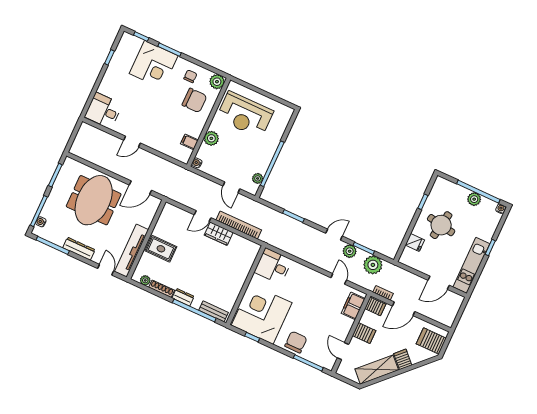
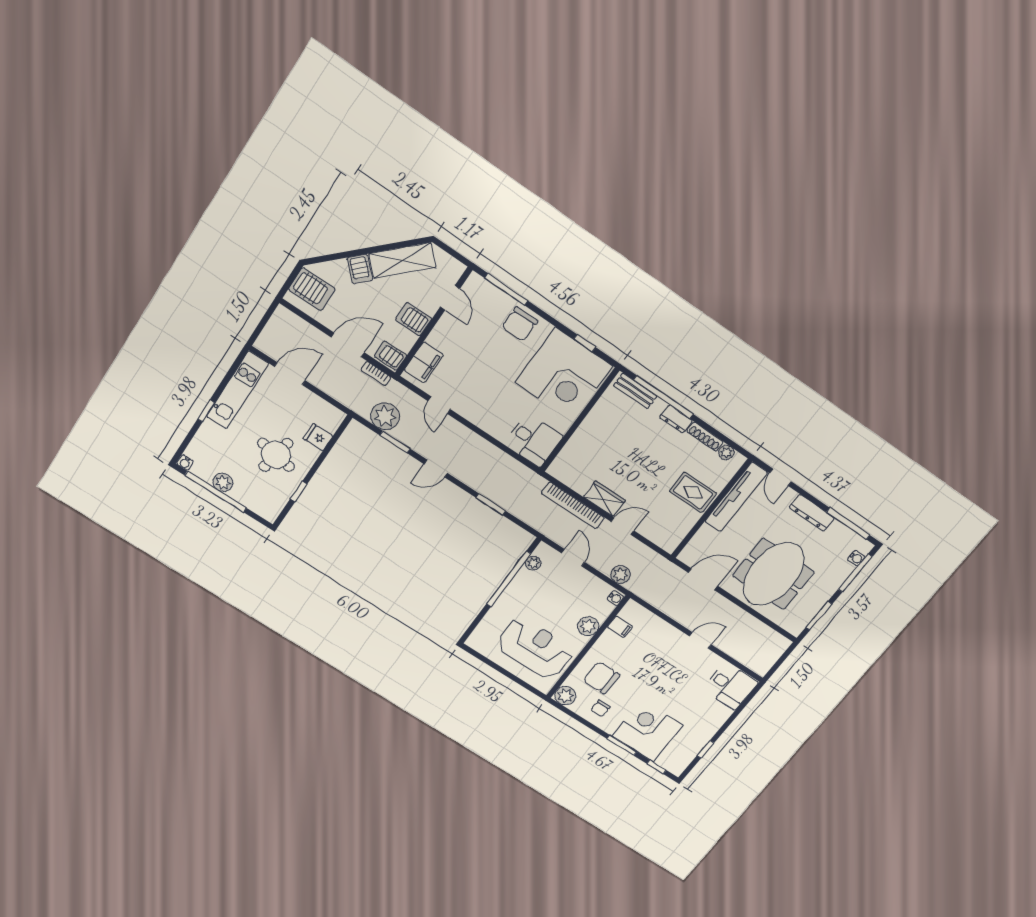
plant: (350, 251) -> (621, 575), moved

